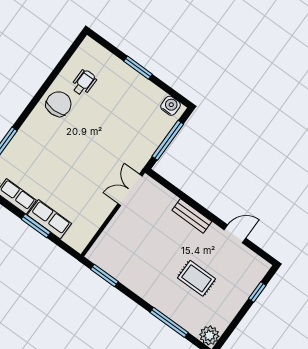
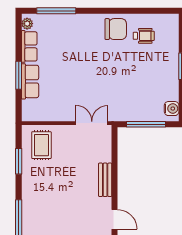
window: (104, 275) -> (19, 161), moved
rug: (196, 278) -> (41, 145), moved

